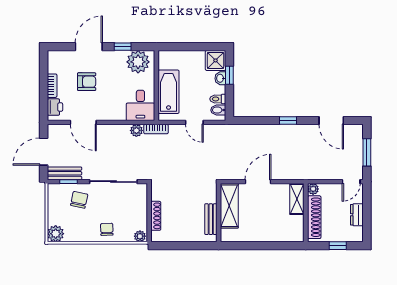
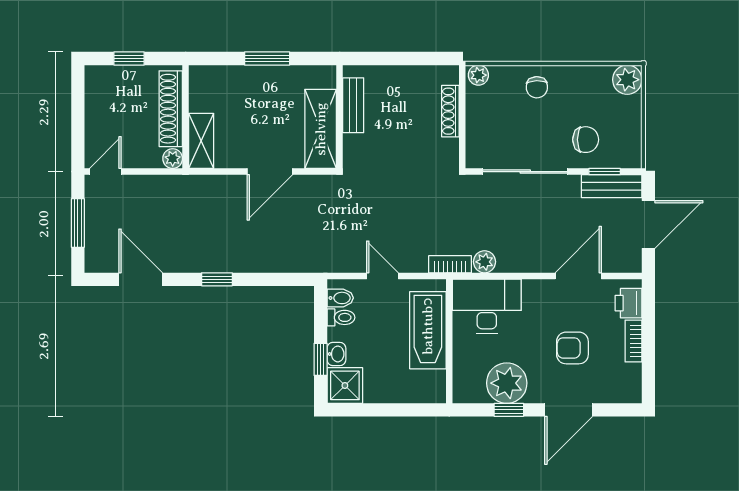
plant: (138, 62) -> (507, 383), moved
desk: (140, 105) -> (487, 306), width x1.37
door: (83, 122) -> (578, 276), hinge flipped
chair: (79, 200) -> (586, 140), turned -102
dresser: (357, 215) -> (95, 113), removed
window: (260, 246) -> (267, 58), added

